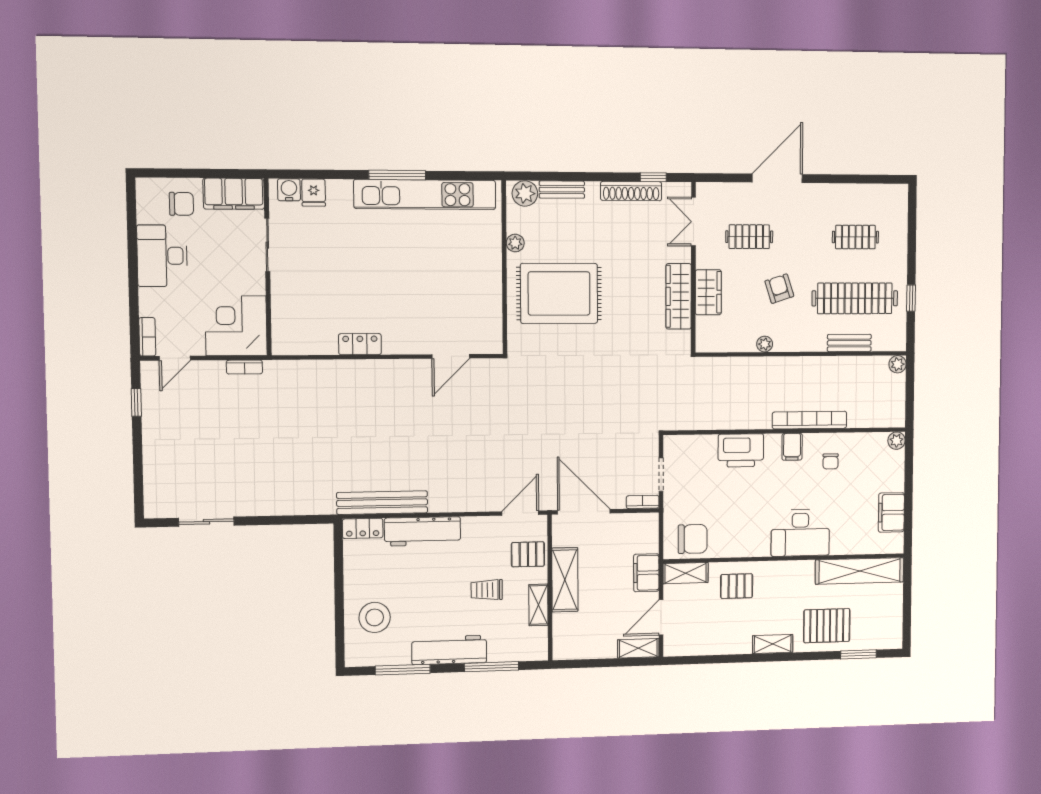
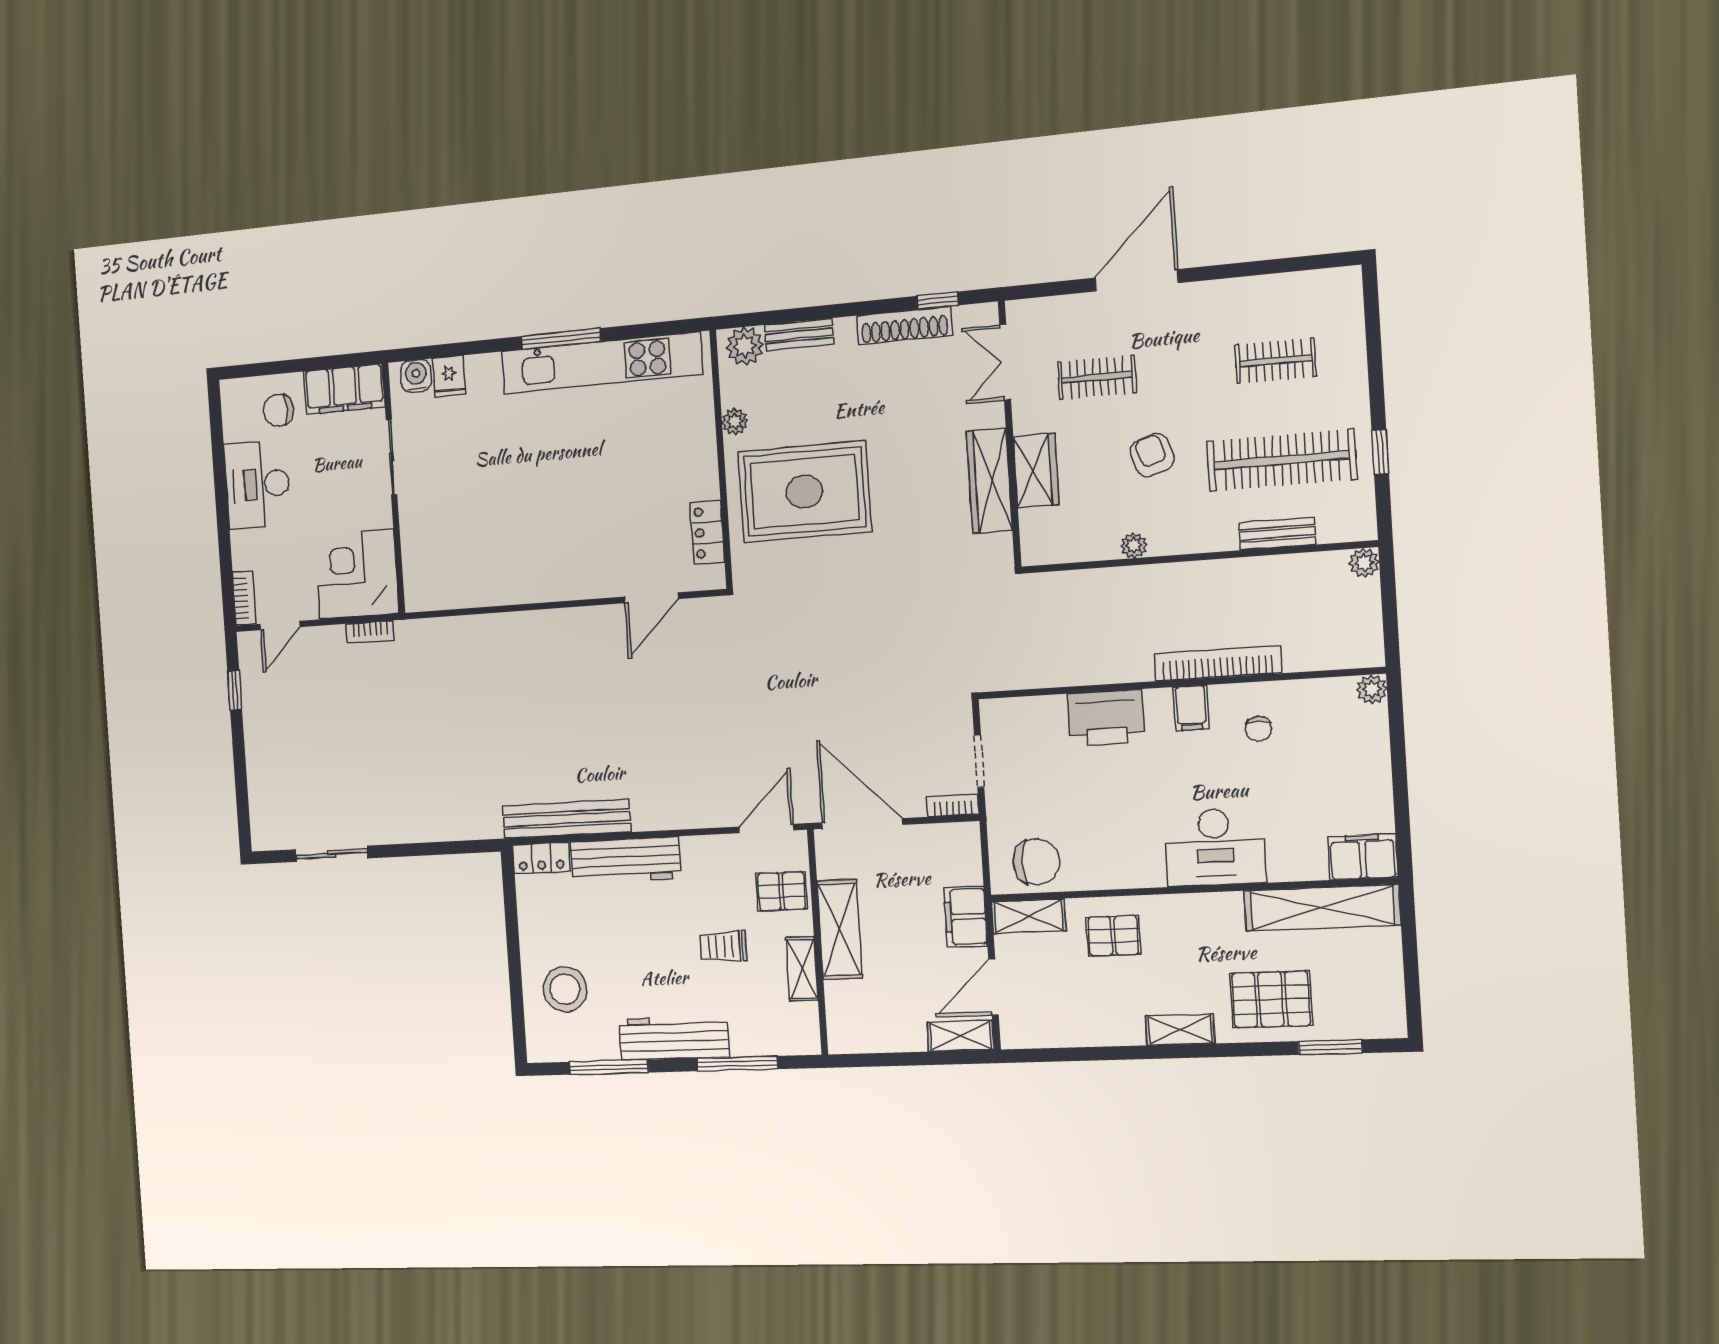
chair: (181, 204) -> (278, 410), turned 180
locker: (360, 344) -> (707, 532), moved, turned -90
filing cabinet: (891, 512) -> (1363, 857), moved, turned 90

